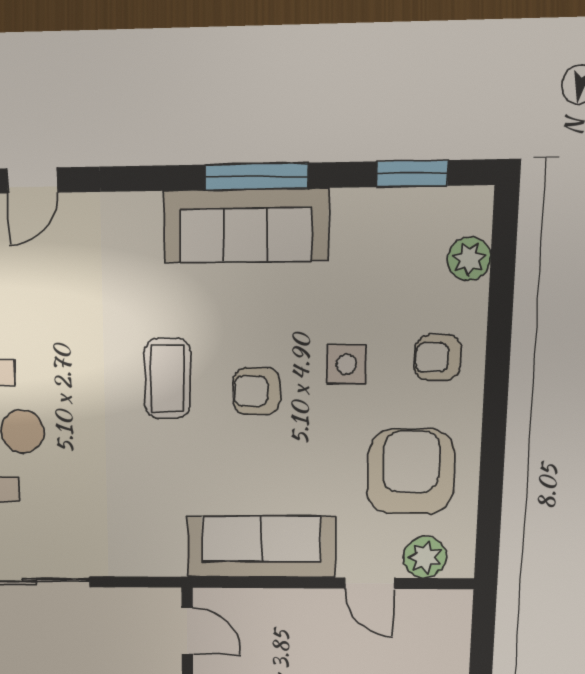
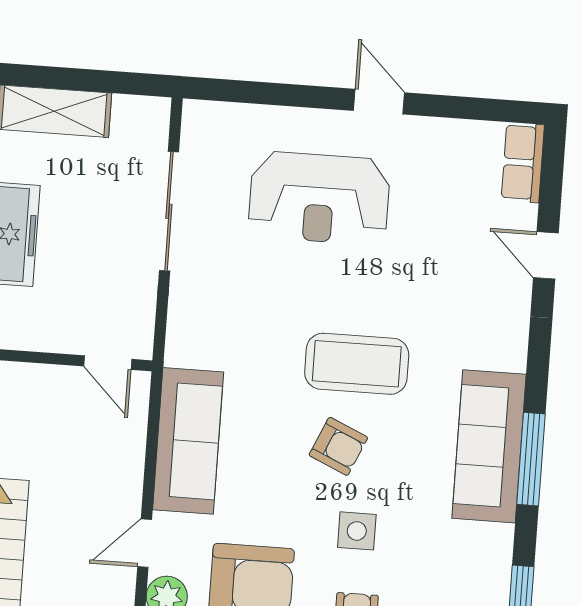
coffee table: (167, 379) -> (357, 364), width x1.36, depth x1.32
armchair: (257, 391) -> (338, 446), turned 114
door: (187, 631) -> (108, 363), hinge flipped

